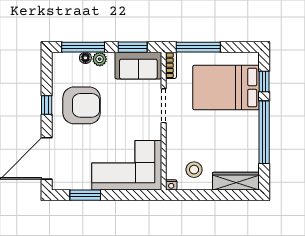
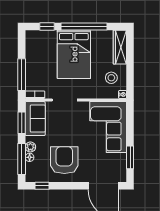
bed: (226, 88) -> (74, 54), moved
window: (47, 105) -> (42, 186), moved

